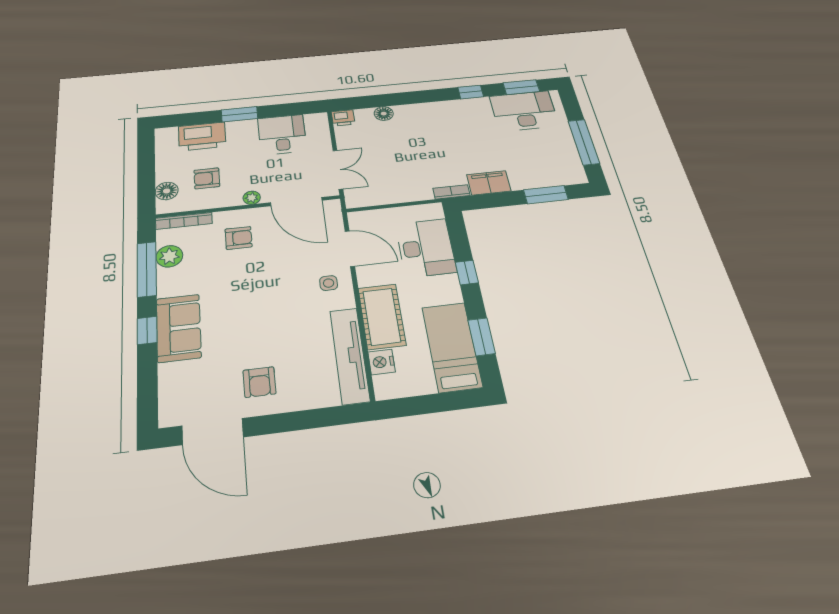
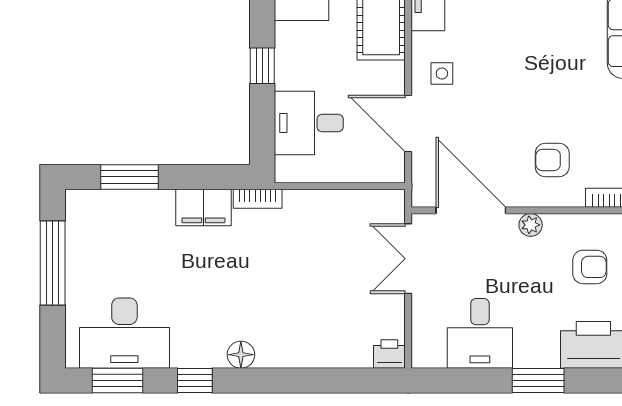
floor lamp: (384, 114) -> (241, 355), moved
desk: (426, 248) -> (309, 123), width x0.73

